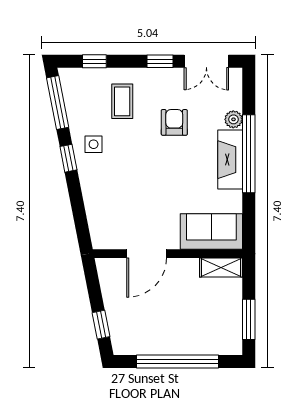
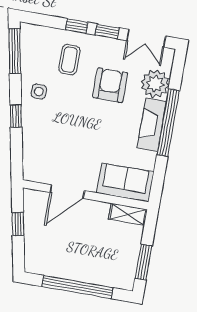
window: (94, 61) -> (77, 26), moved
plant: (233, 119) -> (155, 84), width x1.88, depth x1.88
armchair: (174, 122) -> (110, 85), width x1.38, depth x1.38
window: (68, 158) -> (16, 116), moved
window: (101, 325) -> (18, 224), moved

